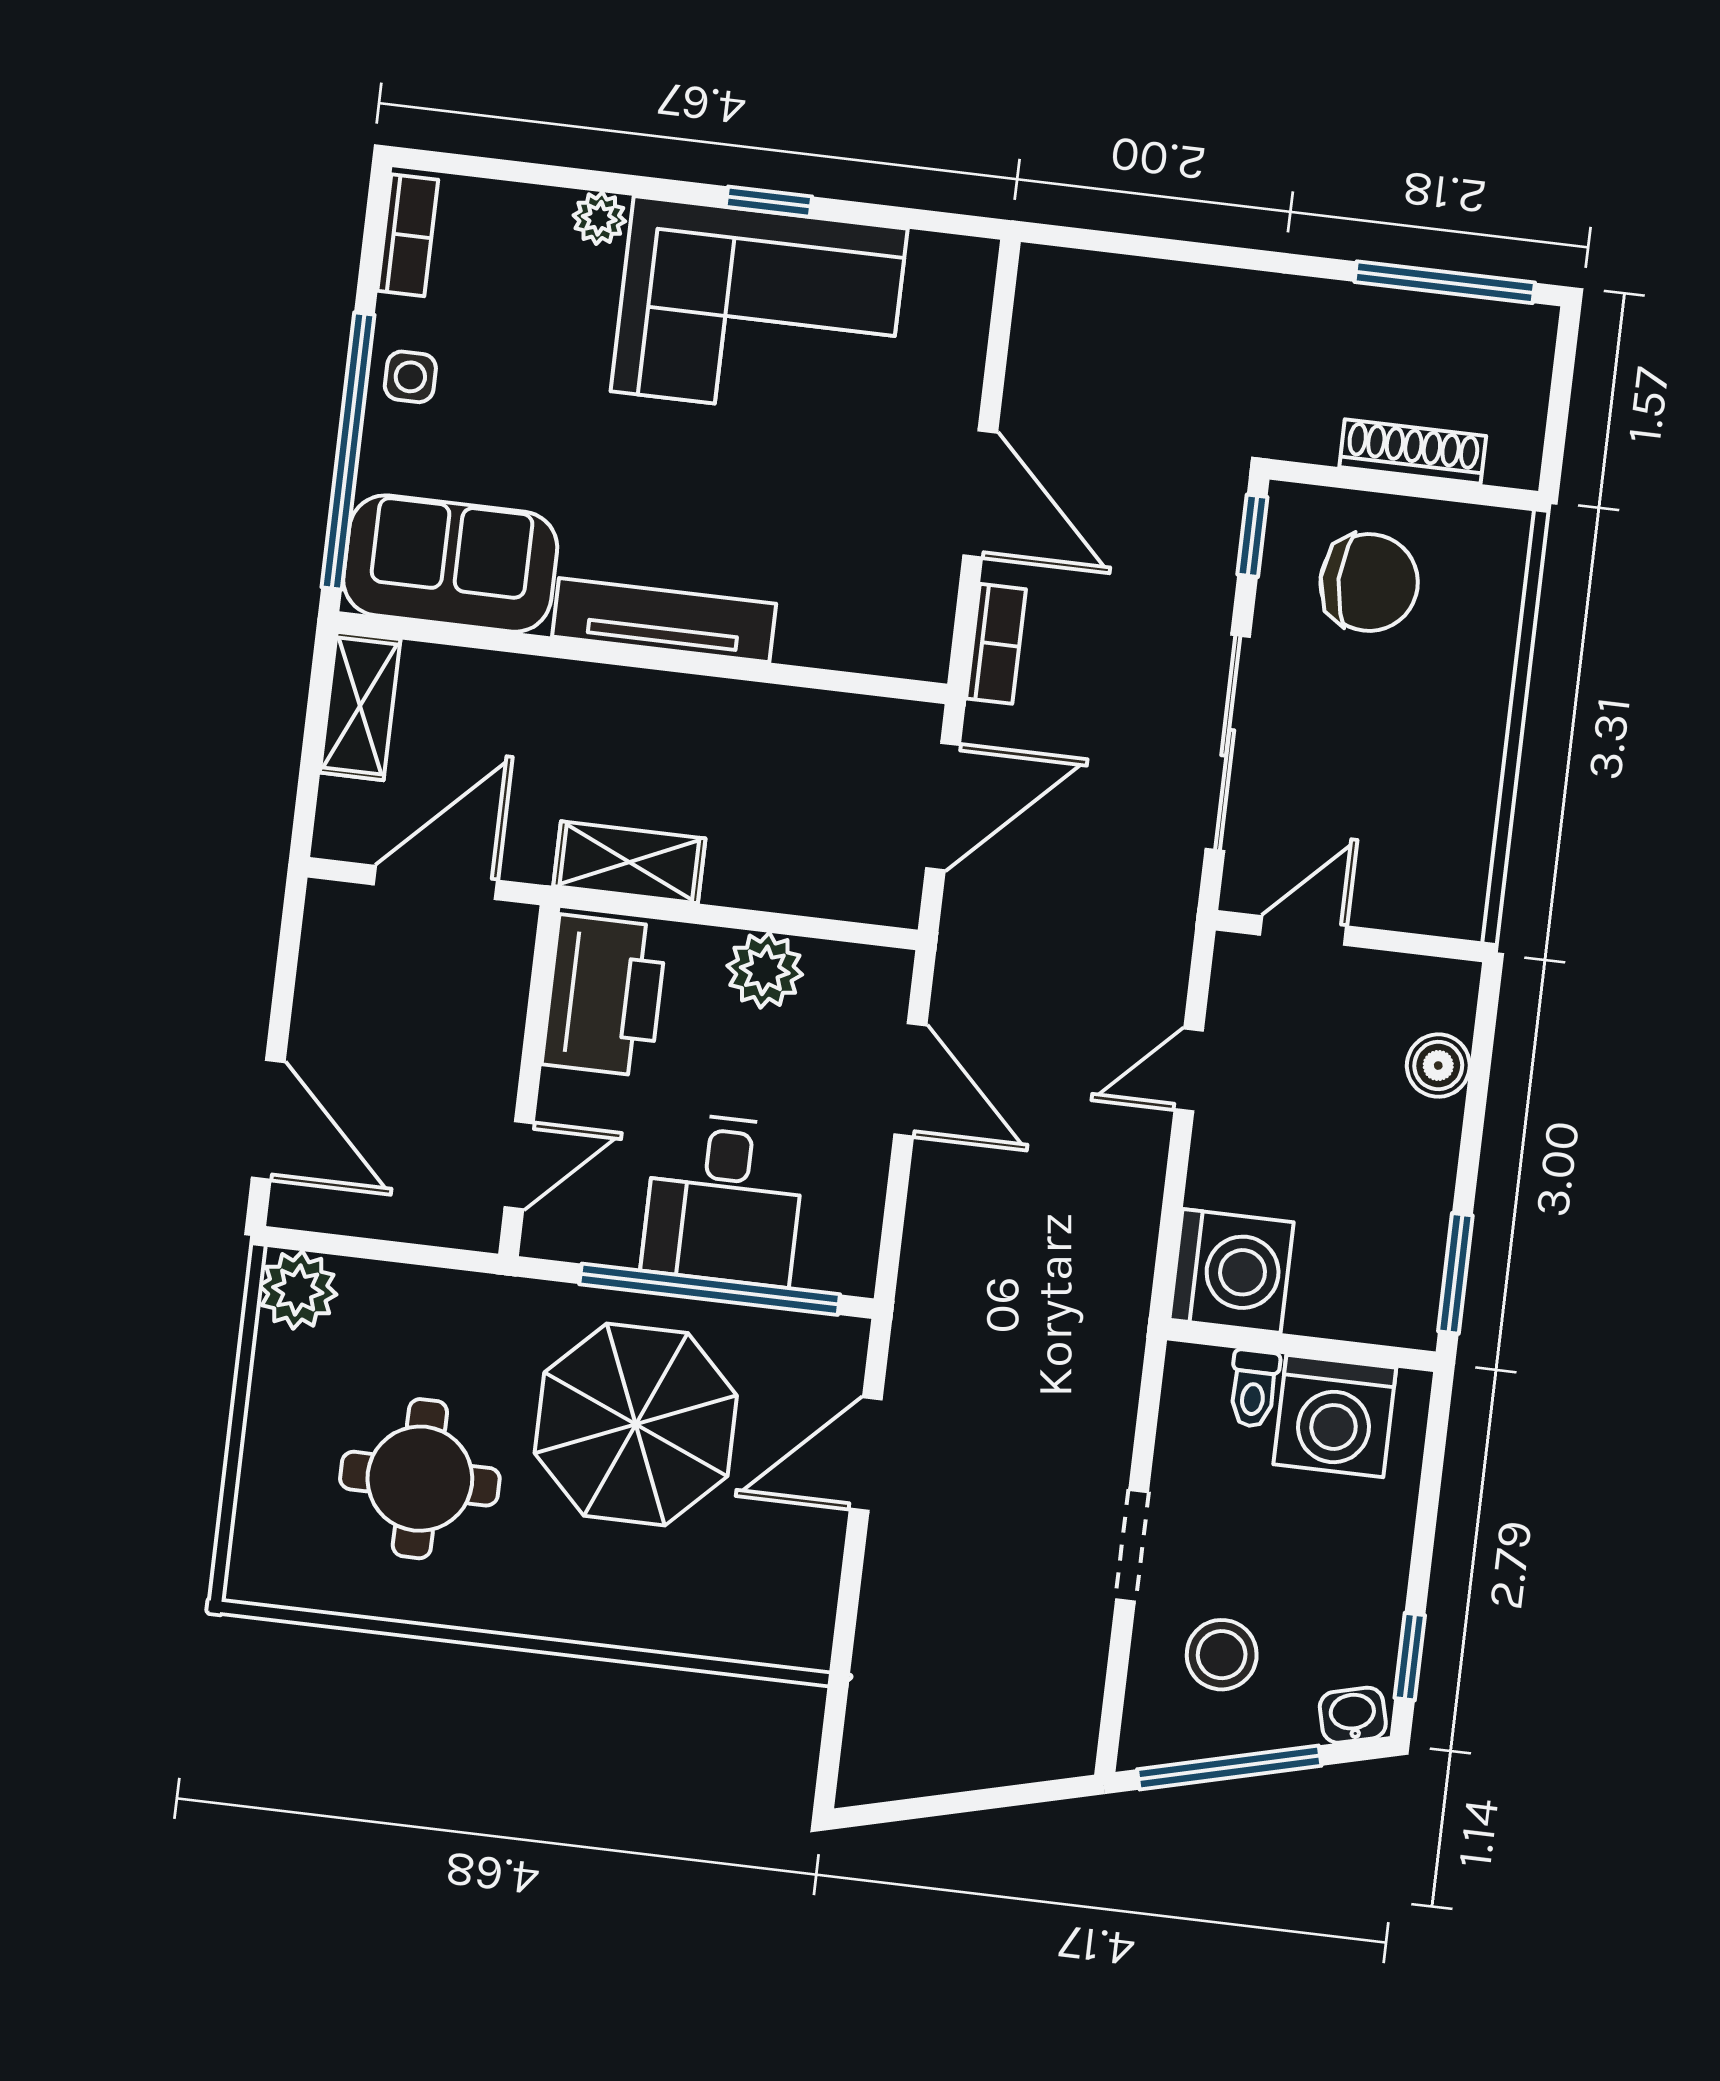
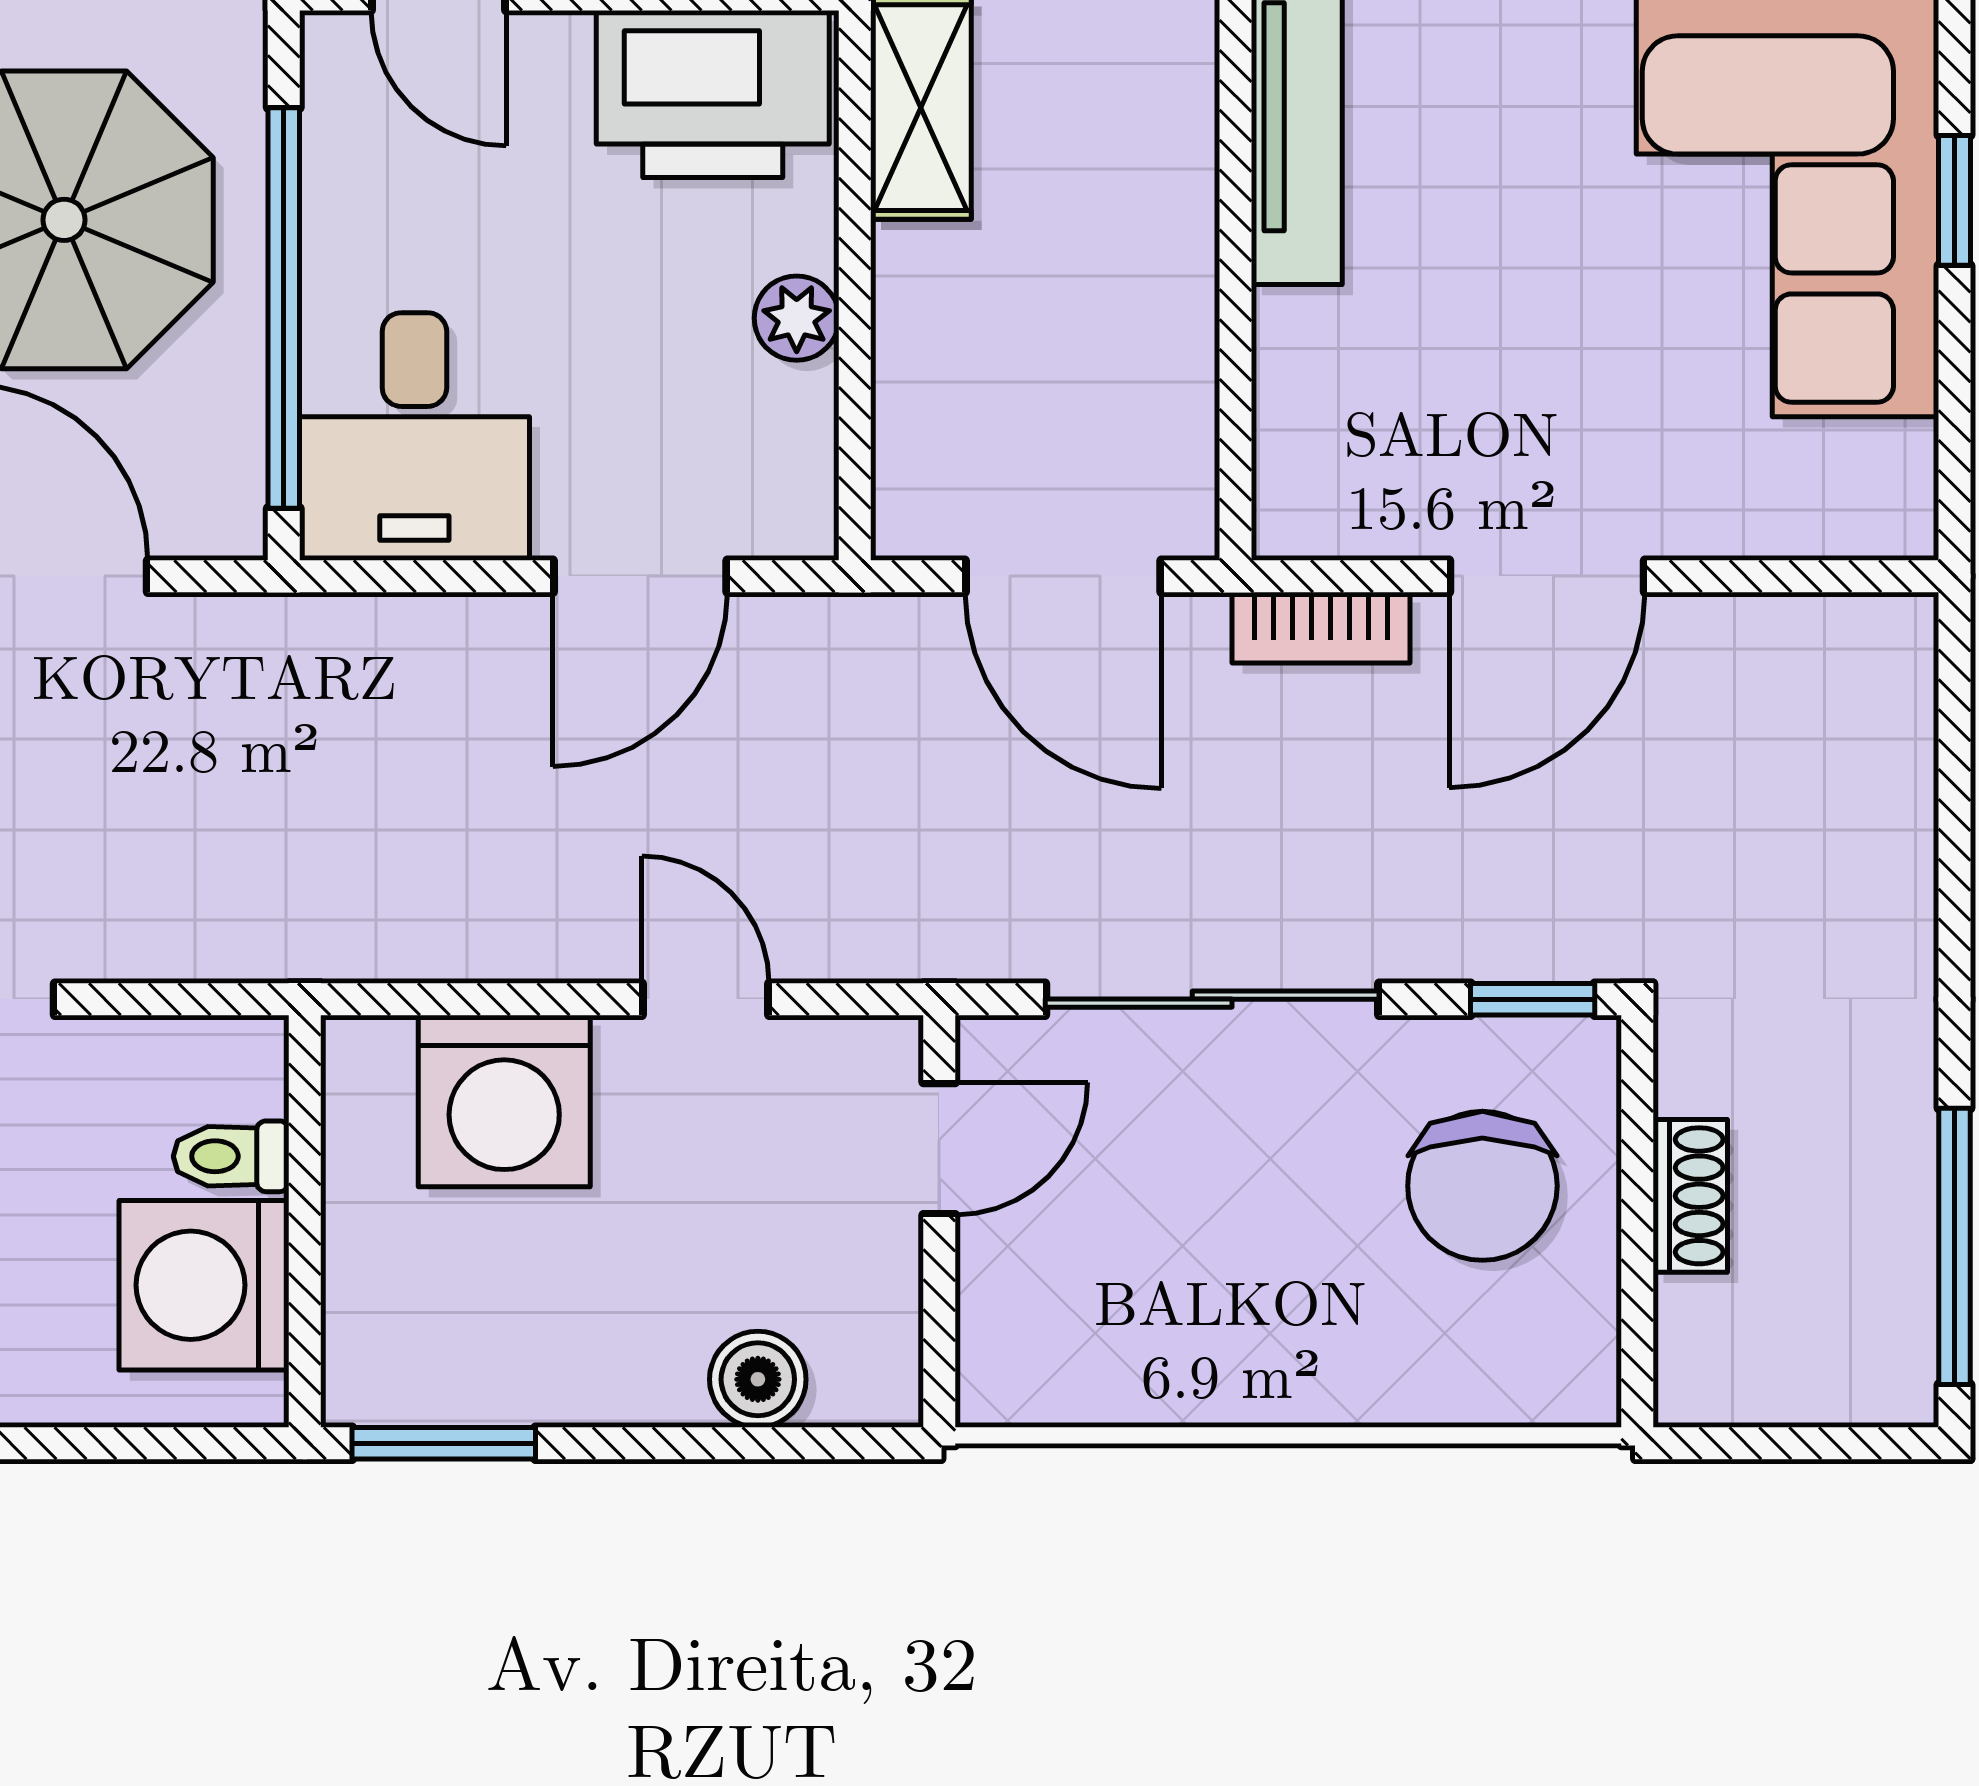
shoe rack: (1413, 452) -> (1690, 1196), width x0.70
door: (1303, 931) -> (939, 1149), hinge flipped
plant: (765, 970) -> (797, 318), width x0.73, depth x0.73
desk: (724, 1199) -> (414, 436), moved, turned -90
washing machine: (1231, 1271) -> (504, 1101), moved

